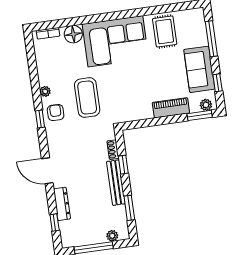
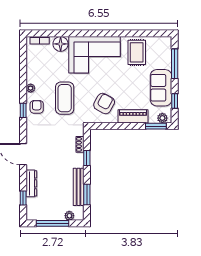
armchair: (135, 97) -> (104, 103), added
bench: (116, 183) -> (79, 187), moved

